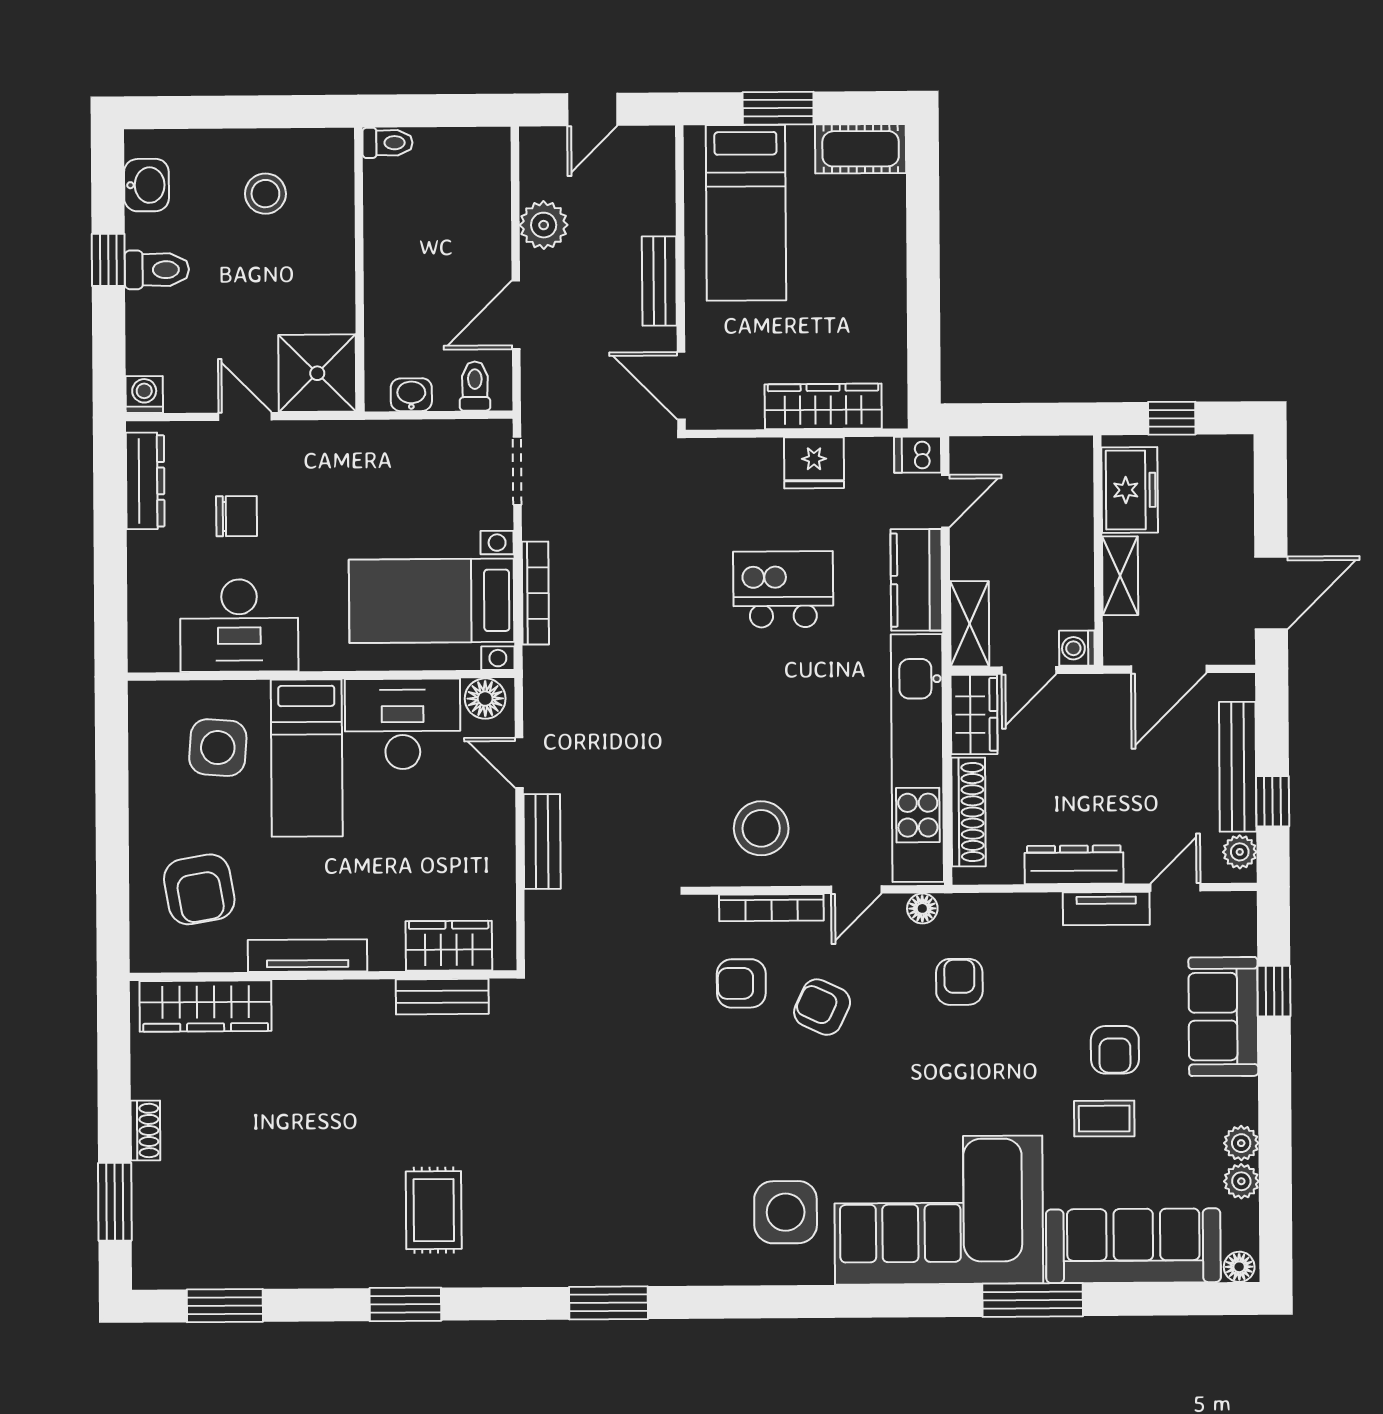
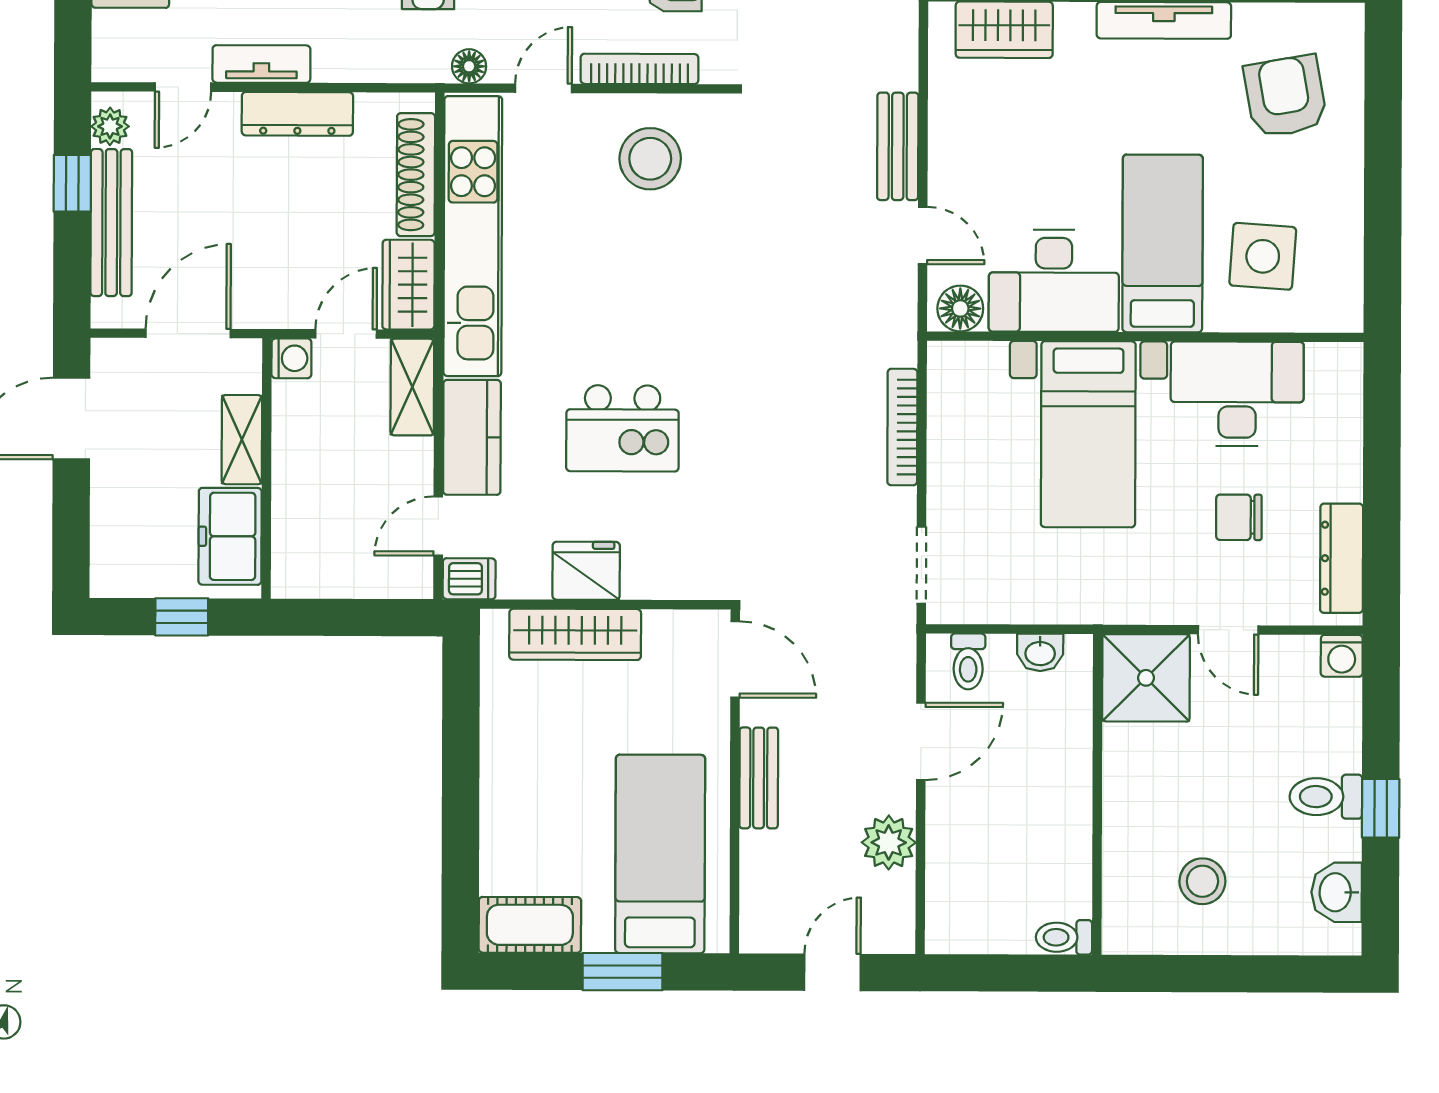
bed with nightstands: (432, 601) -> (1088, 434), moved, turned 90

